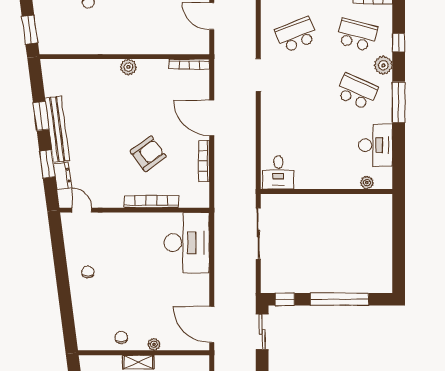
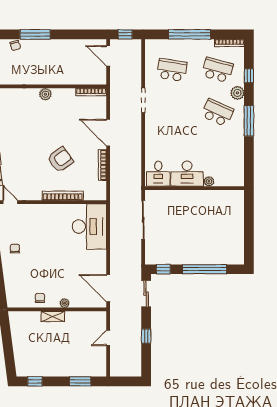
school desk: (296, 35) -> (172, 70), turned 30
desk: (376, 145) -> (187, 174), moved, turned 90
plant: (367, 183) -> (209, 181), moved

